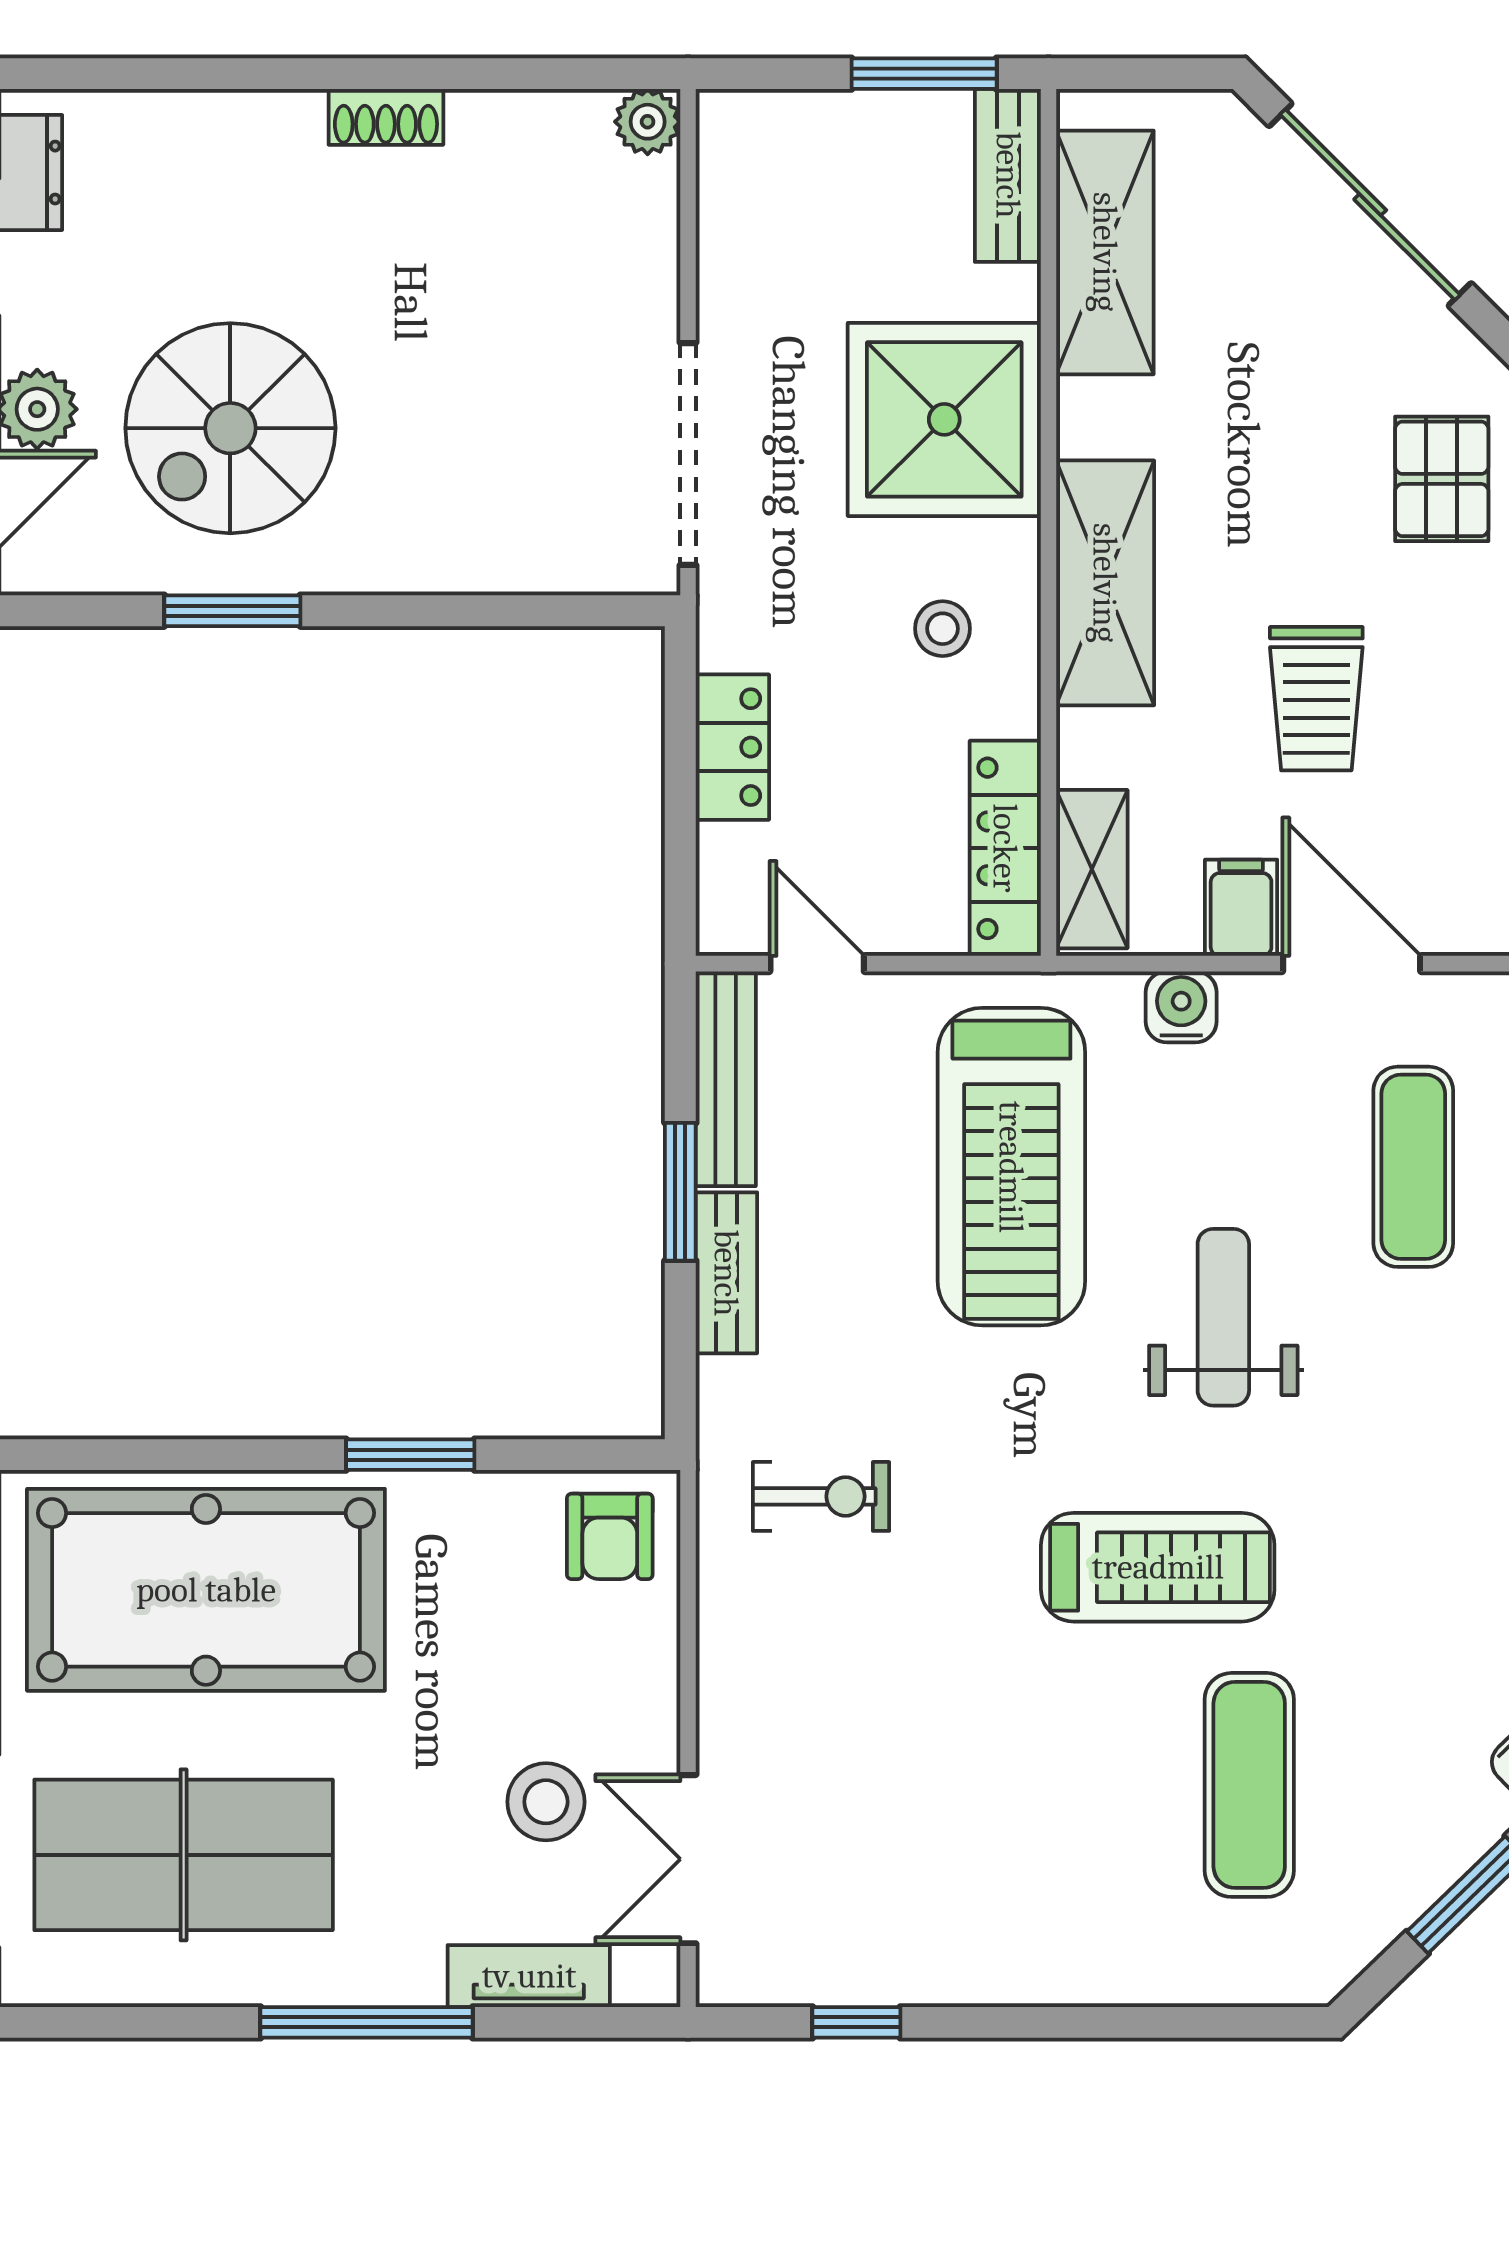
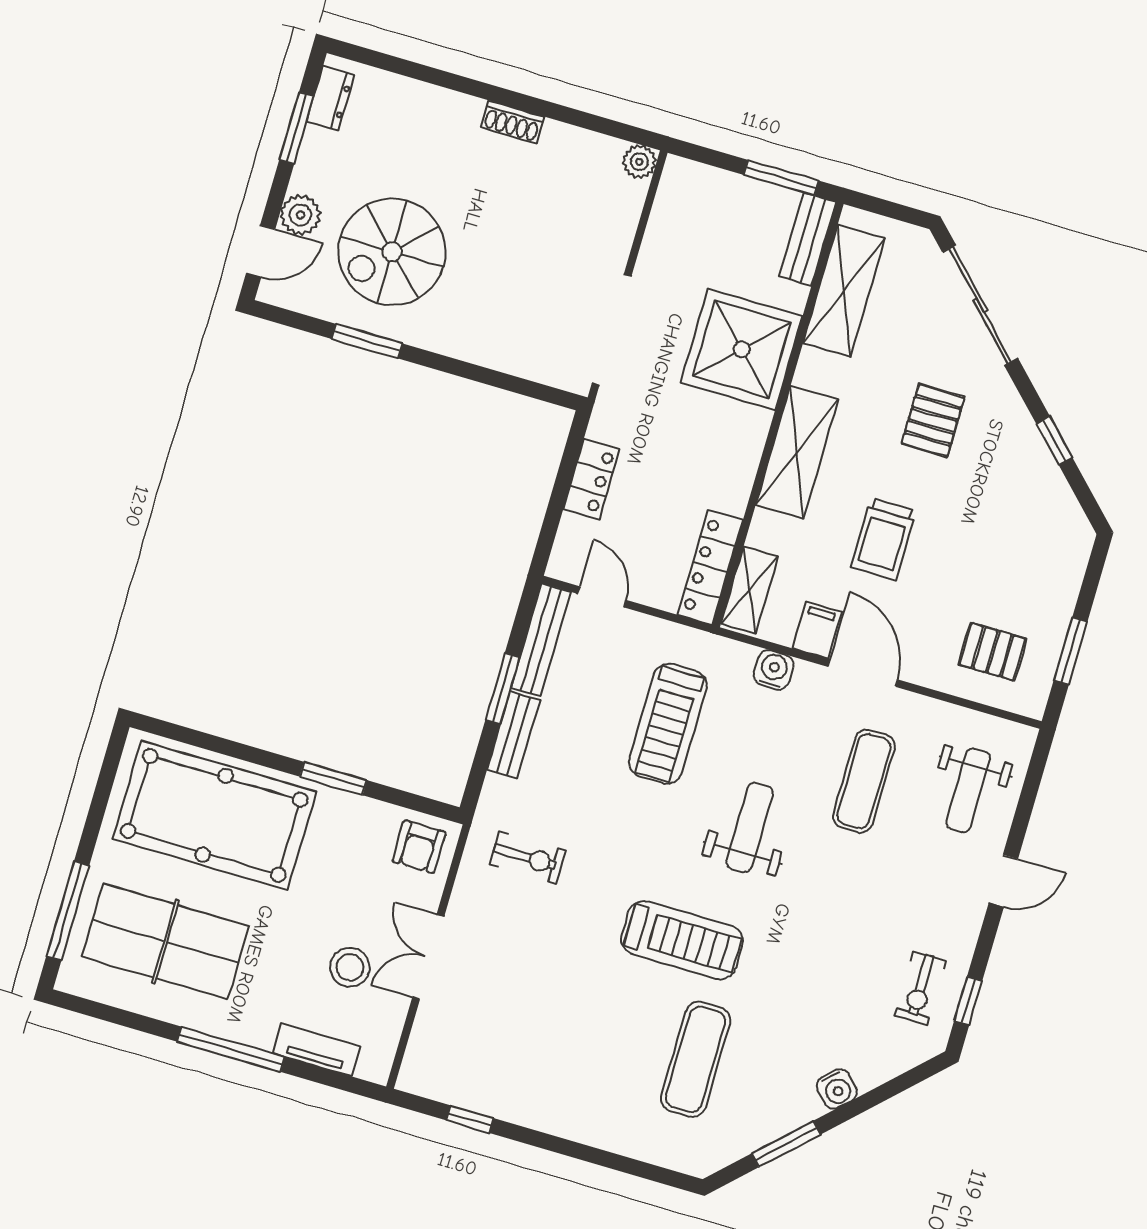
pallet: (1442, 479) -> (933, 420), moved
stool: (943, 629) -> (711, 451), removed
treadmill: (1011, 1167) -> (668, 724), width x0.73, depth x0.73
double door: (688, 1859) -> (428, 957), moved

